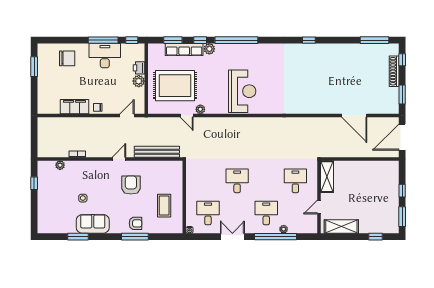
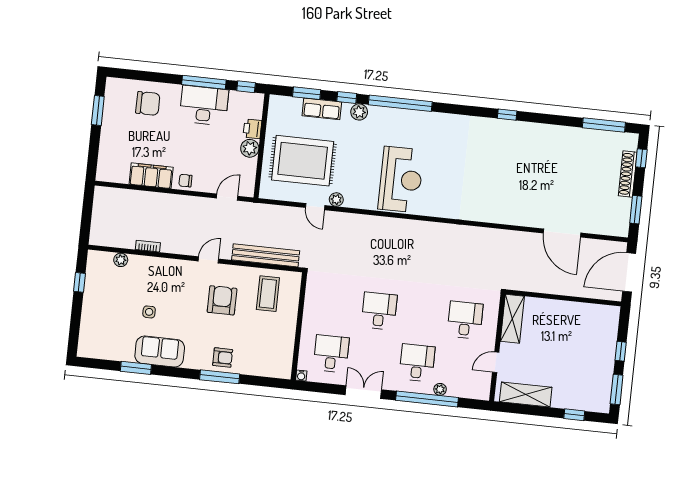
row of seats: (184, 49) -> (322, 109), width x0.68
coffee table: (164, 206) -> (268, 294), moved

